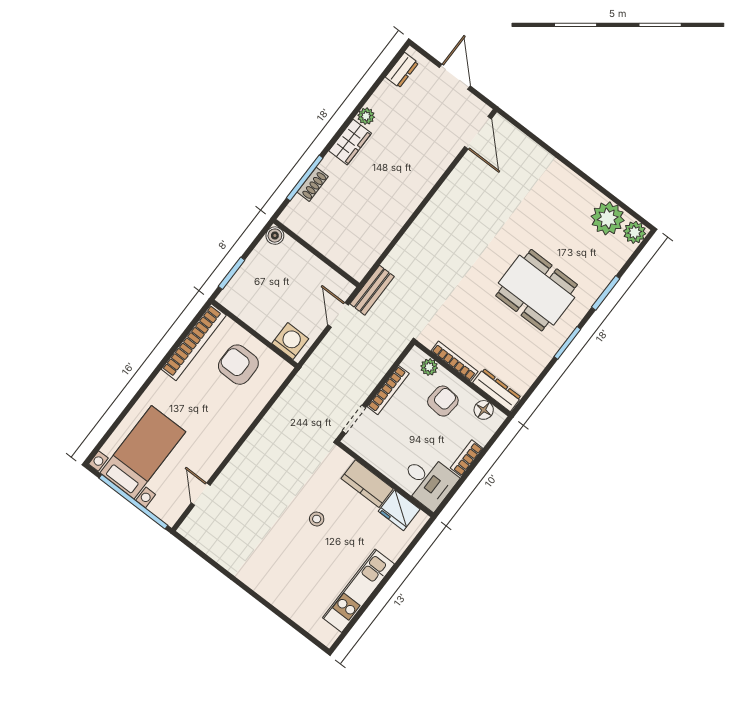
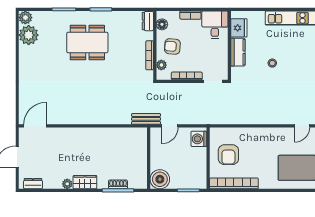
boiler: (275, 236) -> (160, 179), width x1.86, depth x1.86
dining table: (537, 290) -> (87, 42), turned 90
dresser: (497, 390) -> (148, 21), width x0.70

